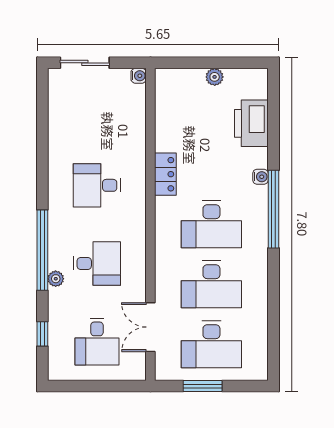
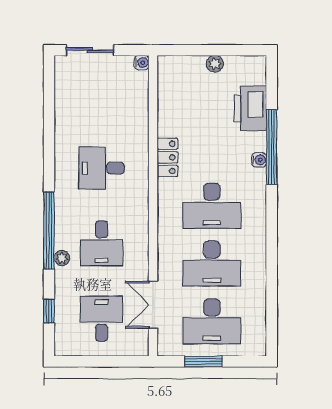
window: (273, 209) -> (272, 147), moved
desk: (97, 263) -> (102, 243), turned 90
desk: (97, 342) -> (102, 319), turned 180

